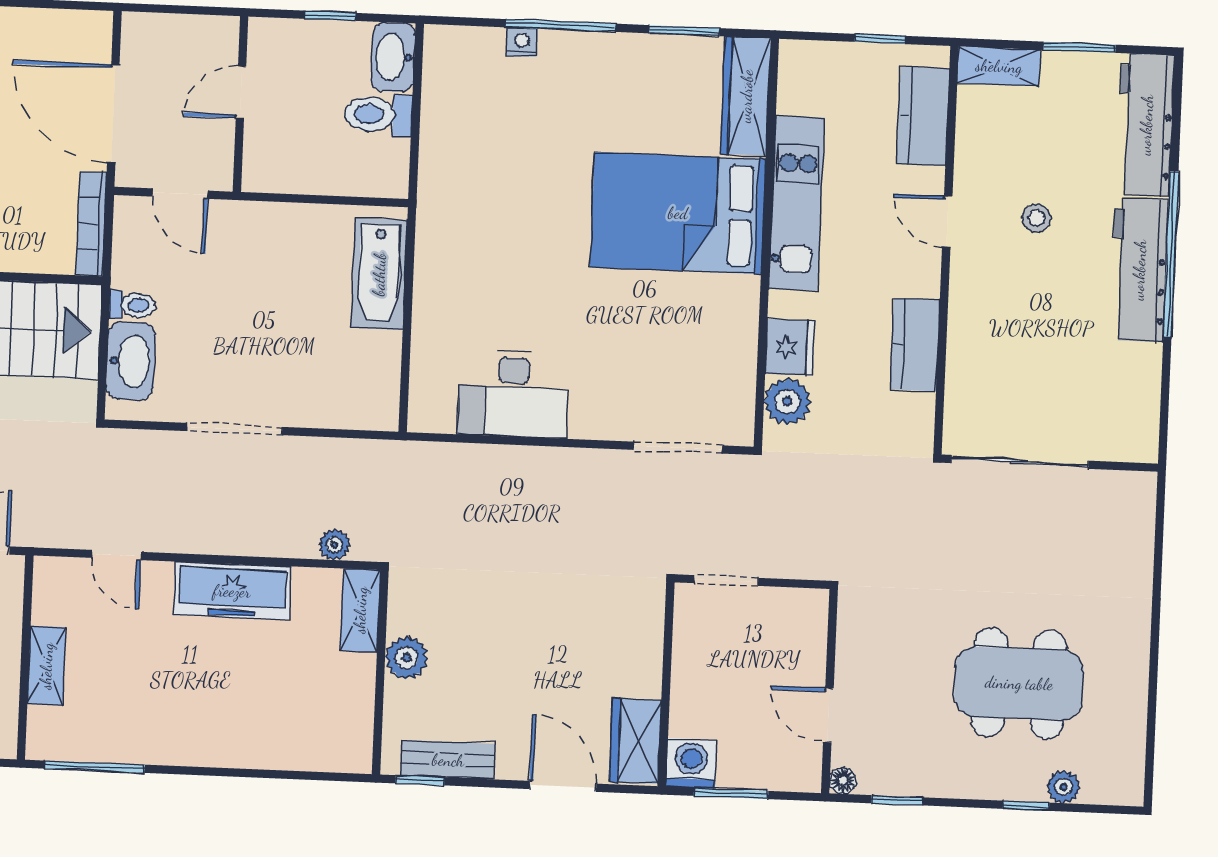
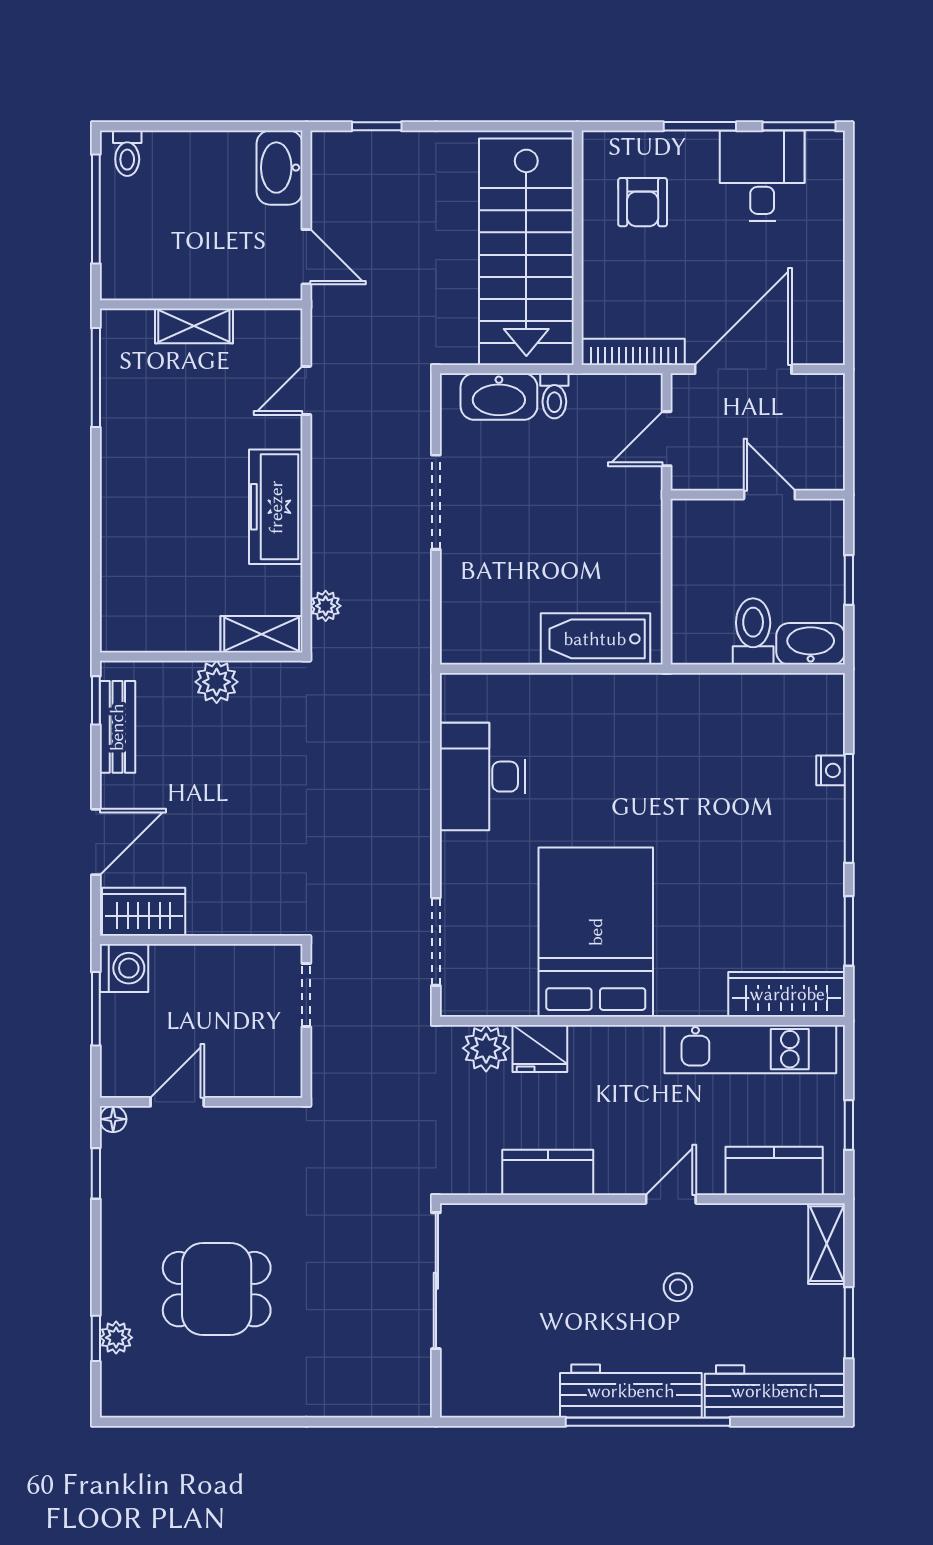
kitchen unit: (797, 203) -> (750, 1049), moved
bed: (678, 213) -> (596, 932), moved
dining table: (1019, 683) -> (217, 1289), width x0.73
window: (1026, 806) -> (96, 1338), moved

